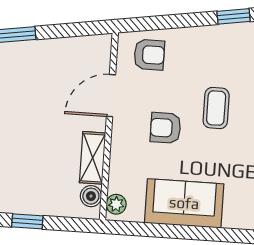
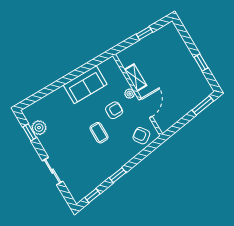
armchair: (149, 55) -> (141, 136), turned 55
boiler: (91, 196) -> (125, 61), removed
plant: (116, 204) -> (130, 94), moved

